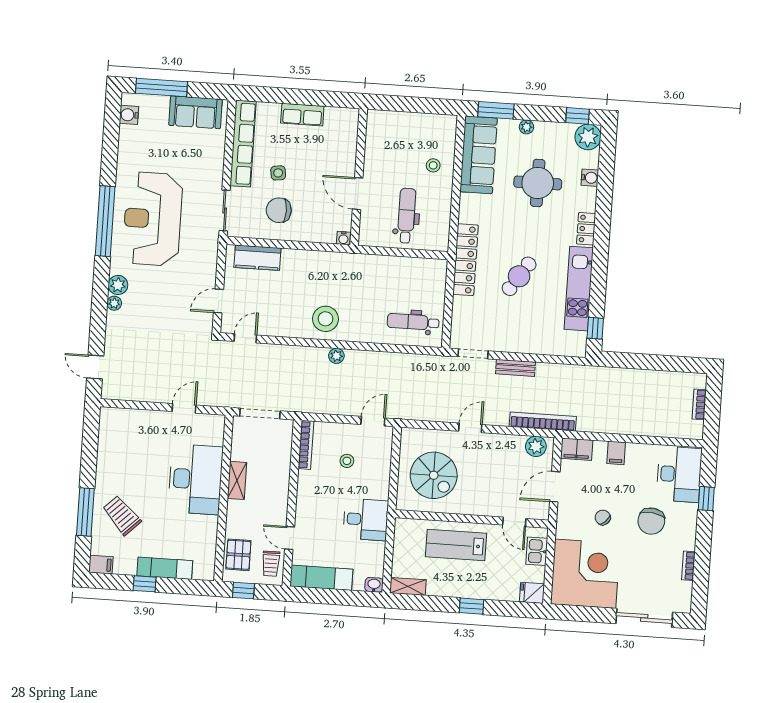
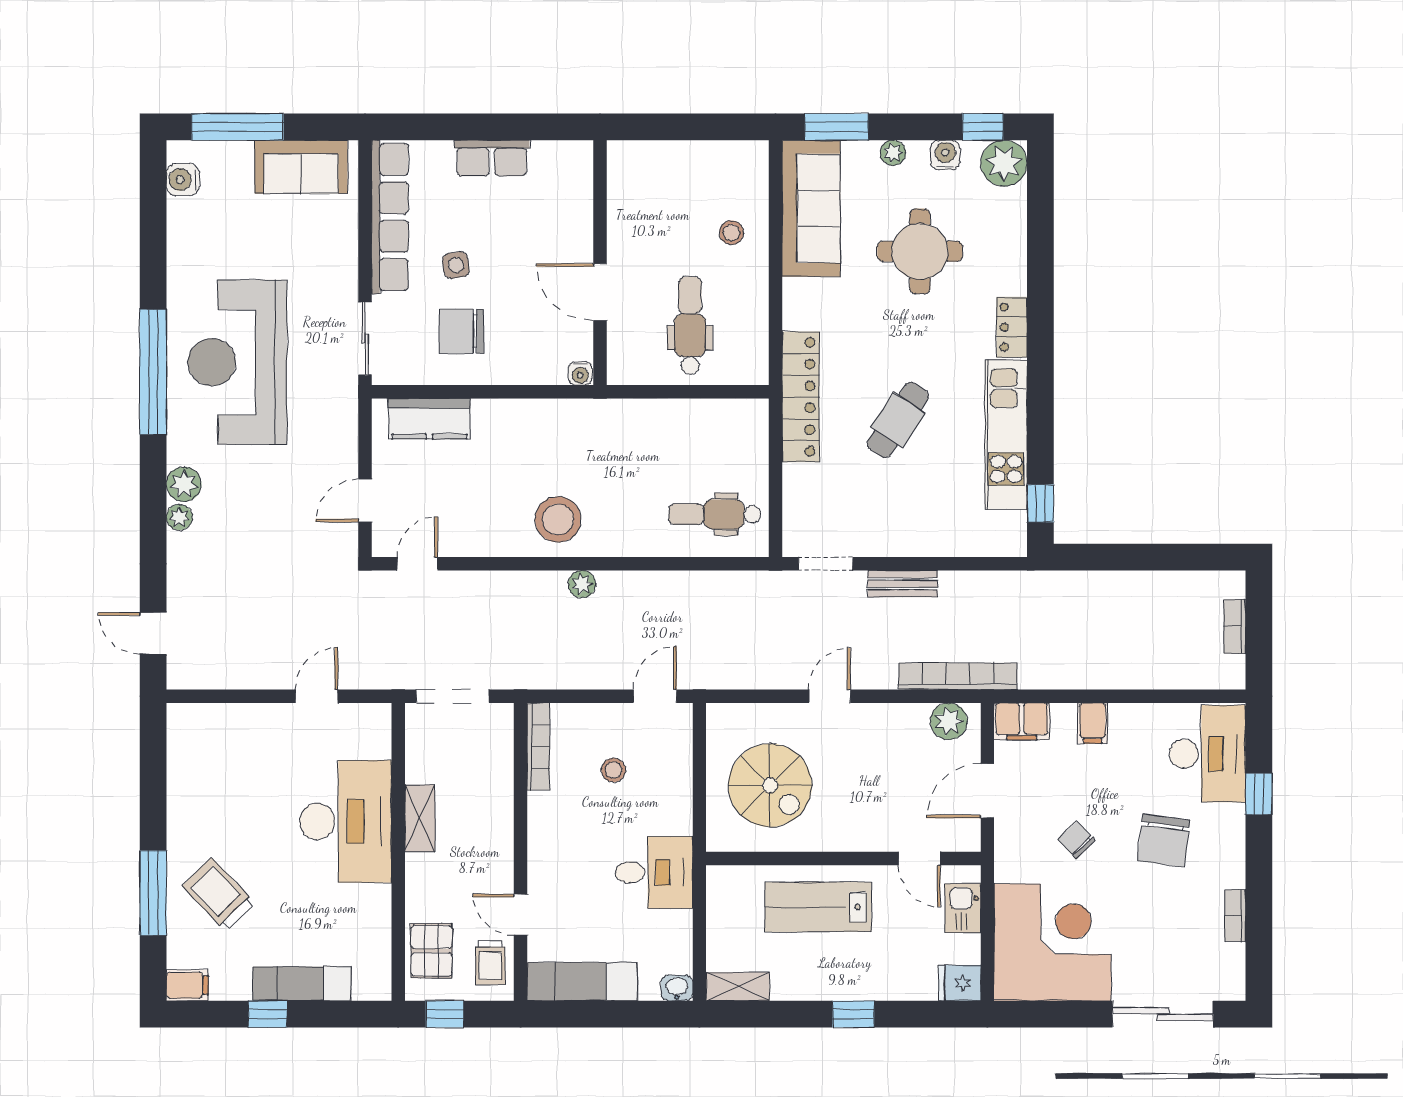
water cooler: (590, 178) -> (945, 155), moved, turned -90

